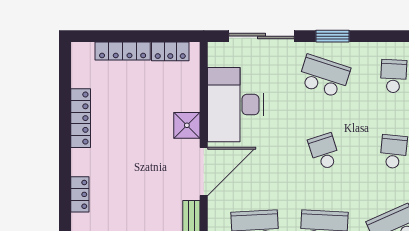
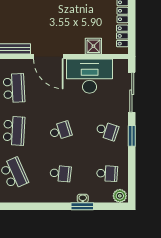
school desk: (324, 76) -> (107, 131), width x0.54
shower: (187, 125) -> (93, 46), moved

